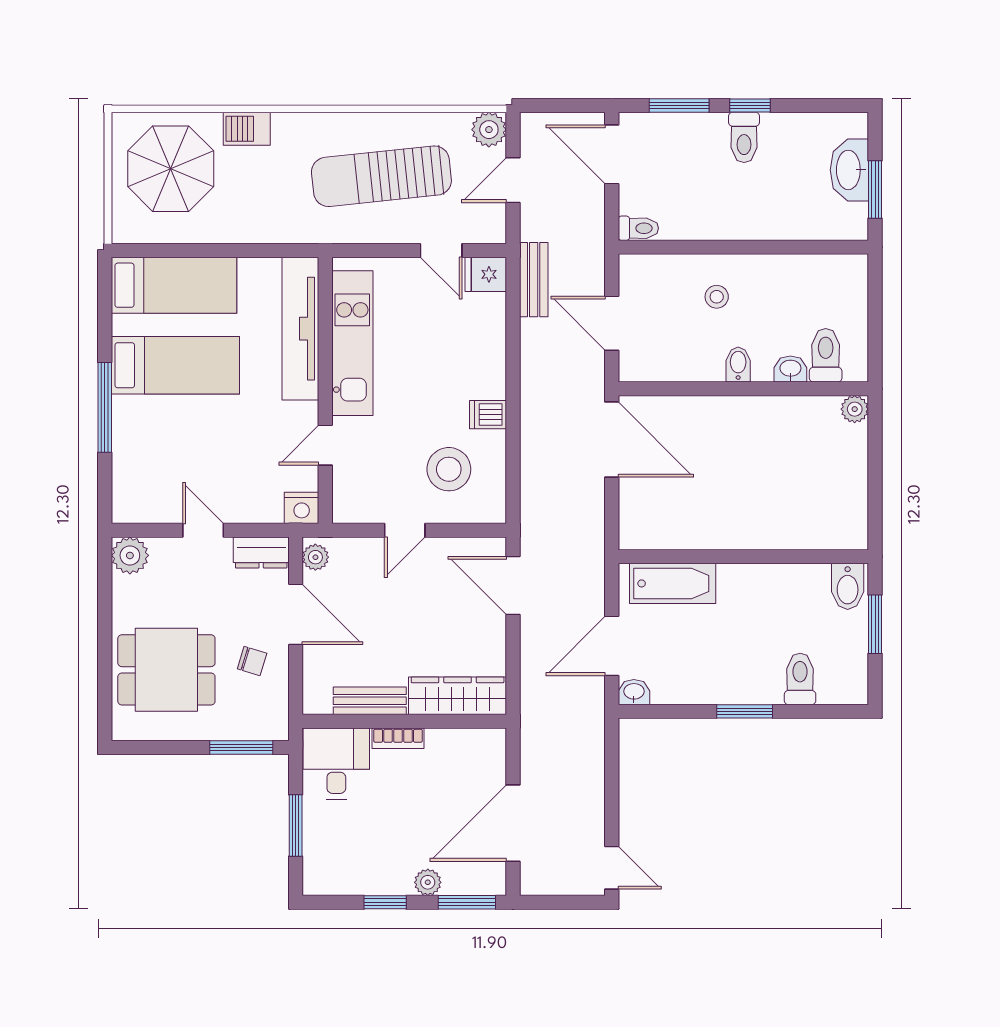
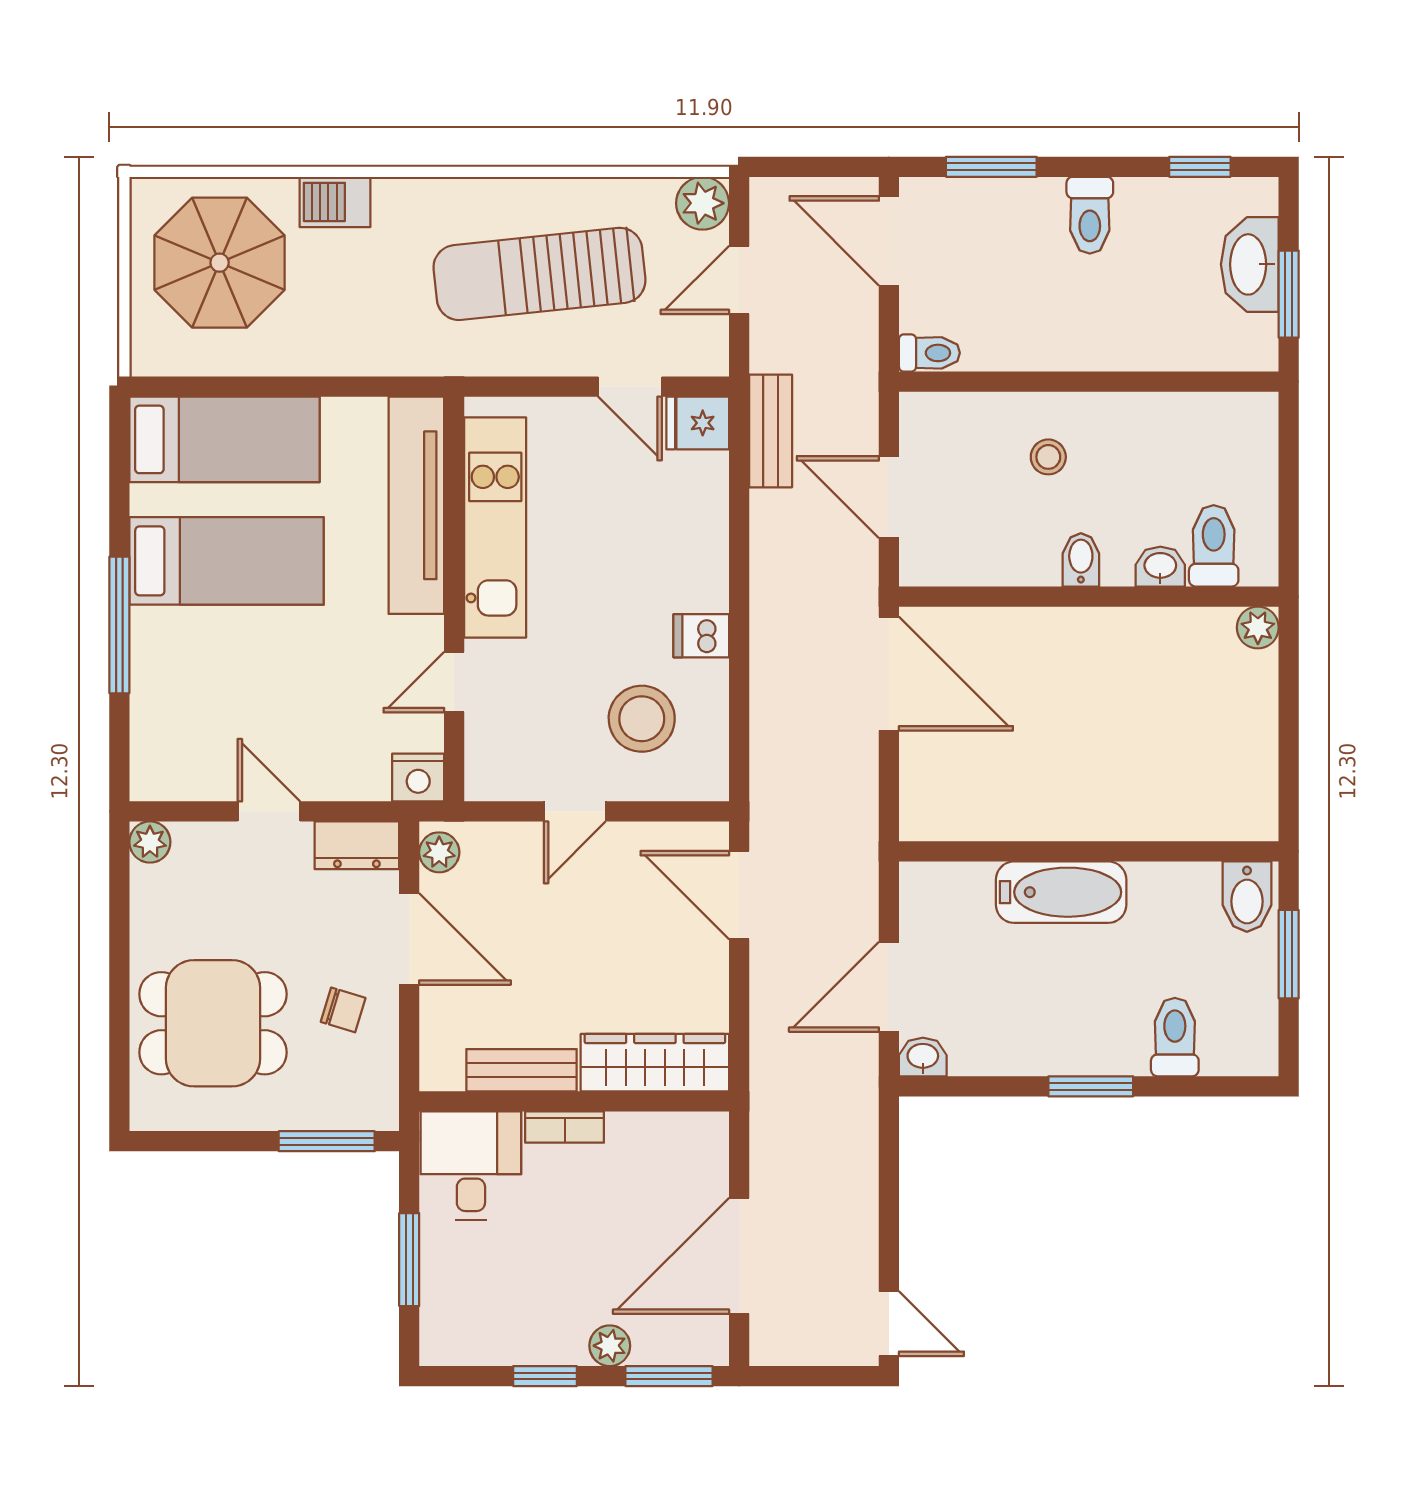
window: (750, 106) -> (1200, 167), moved
plant: (130, 555) -> (150, 842), width x0.73, depth x0.73
bathtub: (673, 583) -> (1061, 892), moved

